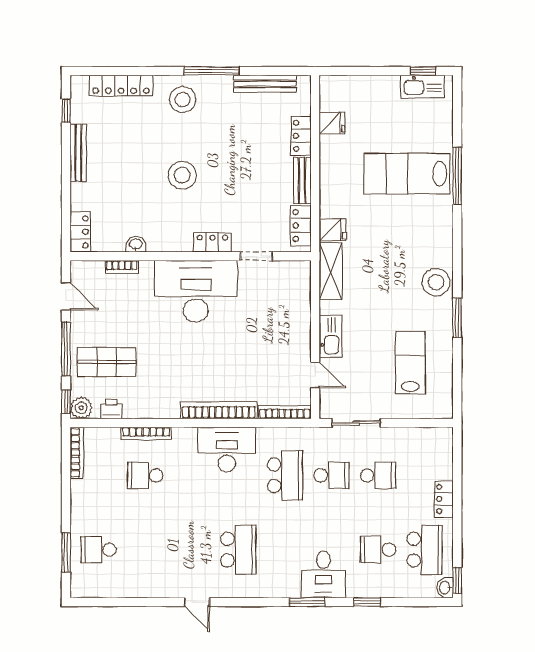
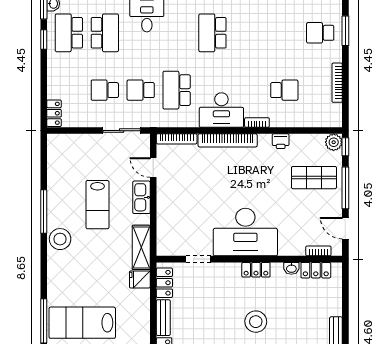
lab bench: (407, 174) -> (82, 323), turned 180
locker: (80, 232) -> (316, 270), moved, turned -90
locker: (212, 242) -> (256, 270), moved
bookcase: (122, 267) -> (318, 251), moved
window: (457, 318) -> (44, 212), width x1.44
lab bench: (410, 363) -> (97, 205), moved
printer: (111, 409) -> (281, 141), moved
bookcase: (146, 433) -> (257, 122), moved, width x0.64
bookcase: (77, 453) -> (337, 83), moved
locker: (444, 499) -> (54, 113), moved
window: (457, 541) -> (44, 39), added
school desk: (99, 550) -> (320, 33), turned 180
school desk: (378, 550) -> (105, 33), width x1.85

